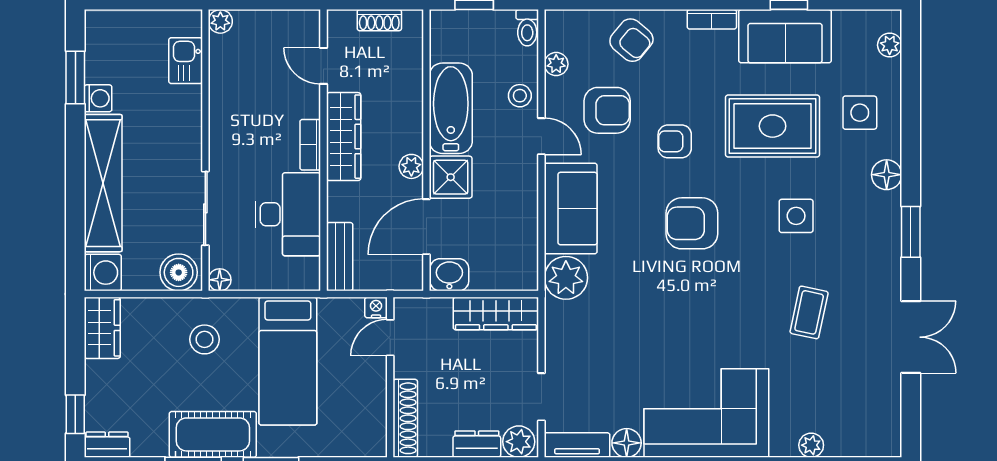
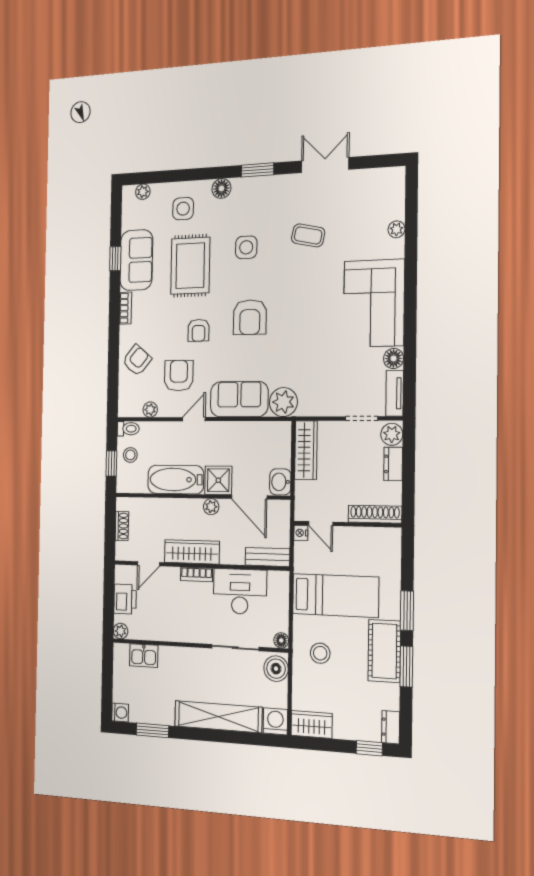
printer: (269, 28) -> (125, 599), added
stool: (520, 96) -> (130, 455), moved
washing machine: (98, 98) -> (120, 712), moved, turned 90

